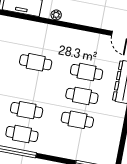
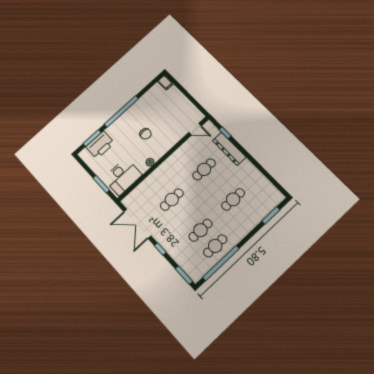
cafe table: (82, 96) -> (218, 184), removed

